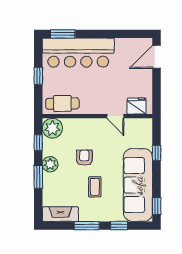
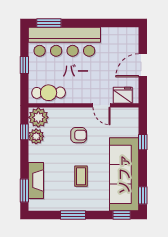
door: (157, 57) -> (143, 65), moved
armchair: (84, 158) -> (79, 135), moved, turned 90
plant: (50, 164) -> (36, 136), moved
window: (38, 177) -> (24, 191), moved
fireplace: (60, 214) -> (36, 180), moved, turned 90
window: (119, 226) -> (122, 215), moved

